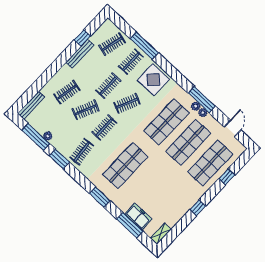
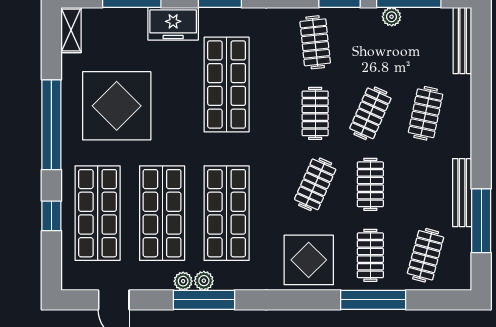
window: (82, 38) -> (481, 221), width x2.17
display table: (169, 193) -> (117, 106), added
window: (198, 208) -> (51, 125), width x3.17
freezer: (138, 217) -> (173, 24), moved

